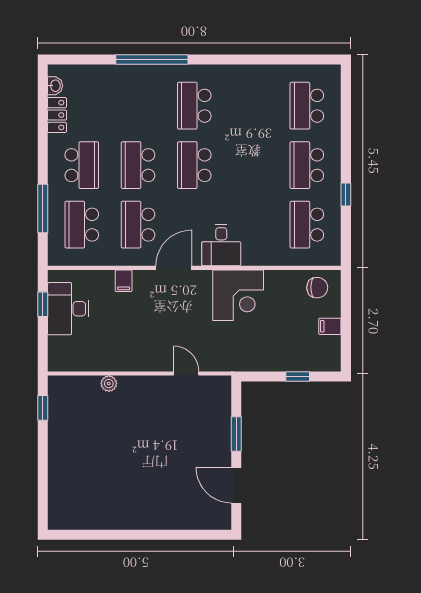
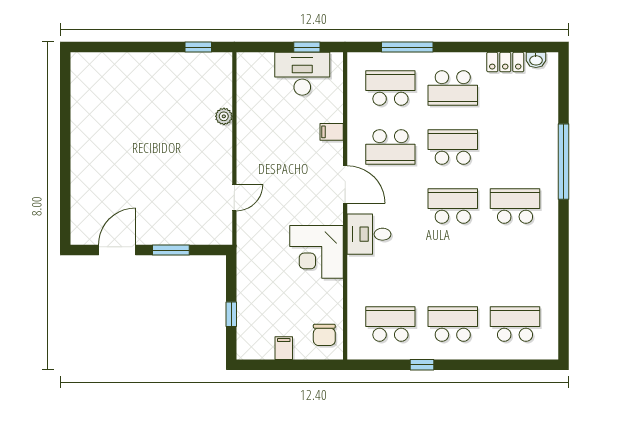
school desk: (138, 225) -> (390, 147), turned 180

